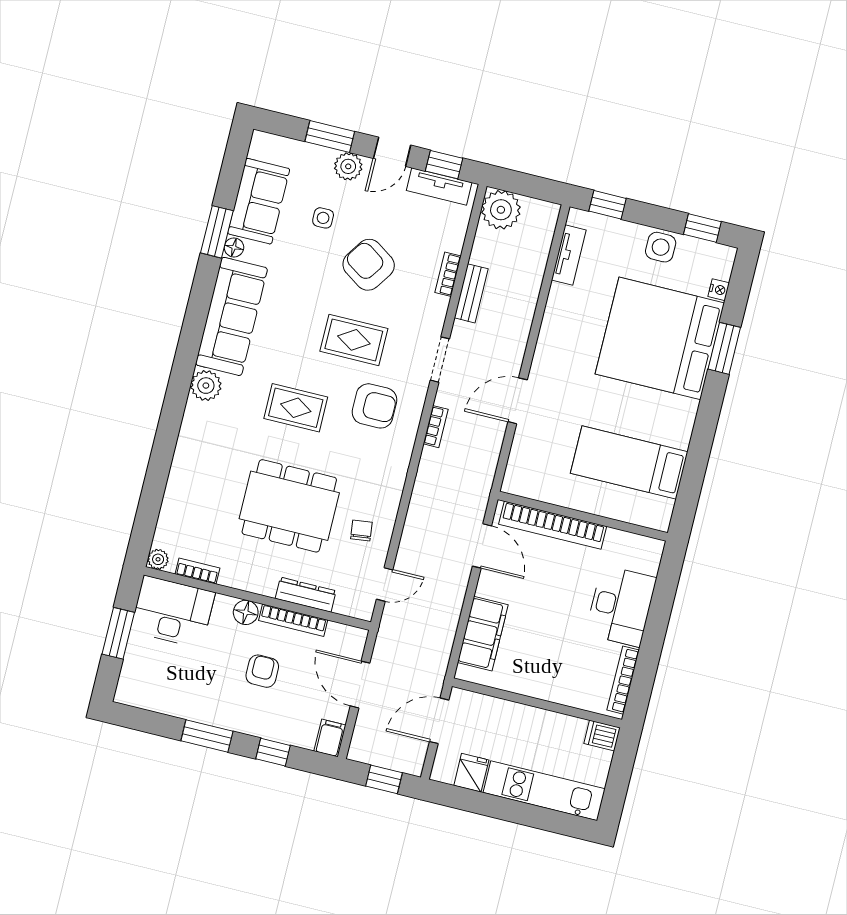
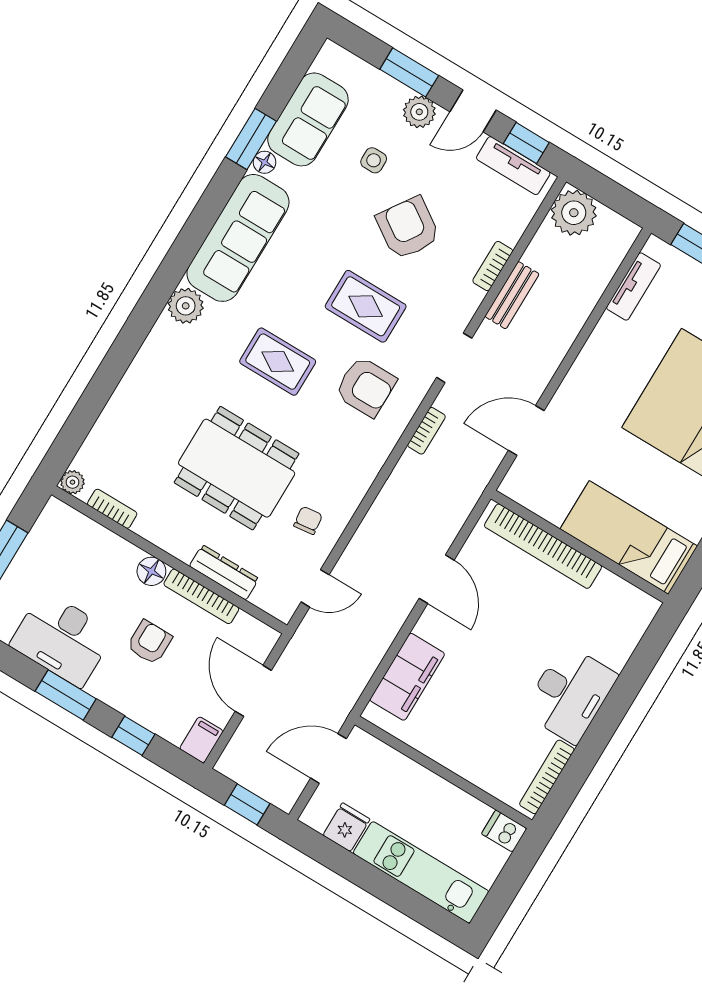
wall: (583, 516) -> (580, 547), moved
bookcase: (553, 525) -> (543, 546), moved
desk: (173, 612) -> (62, 639), moved, turned 180

